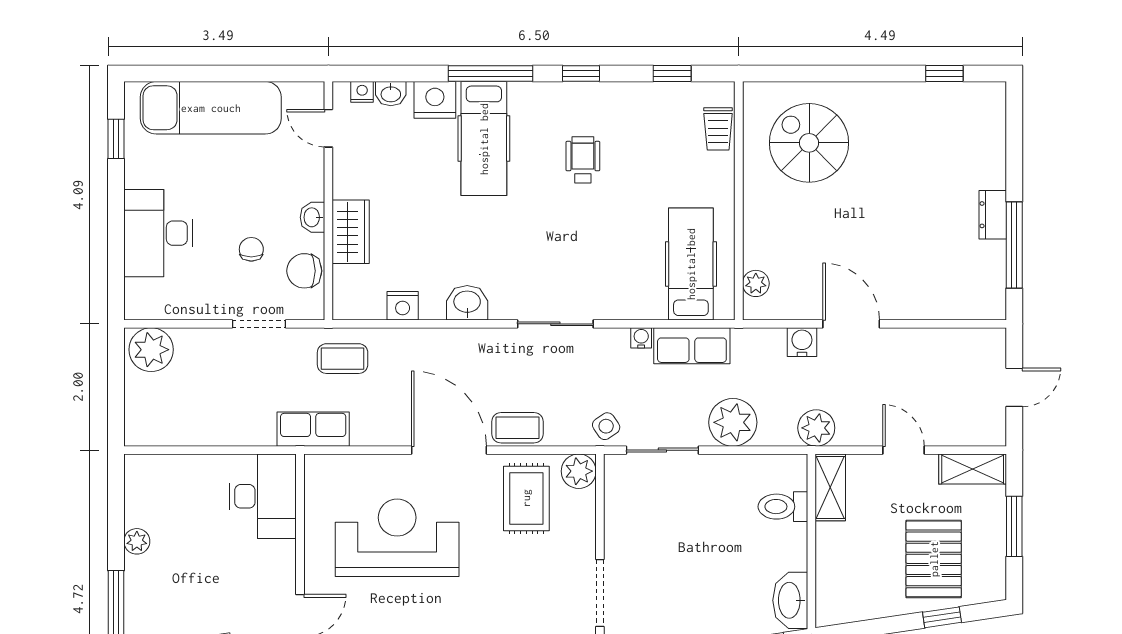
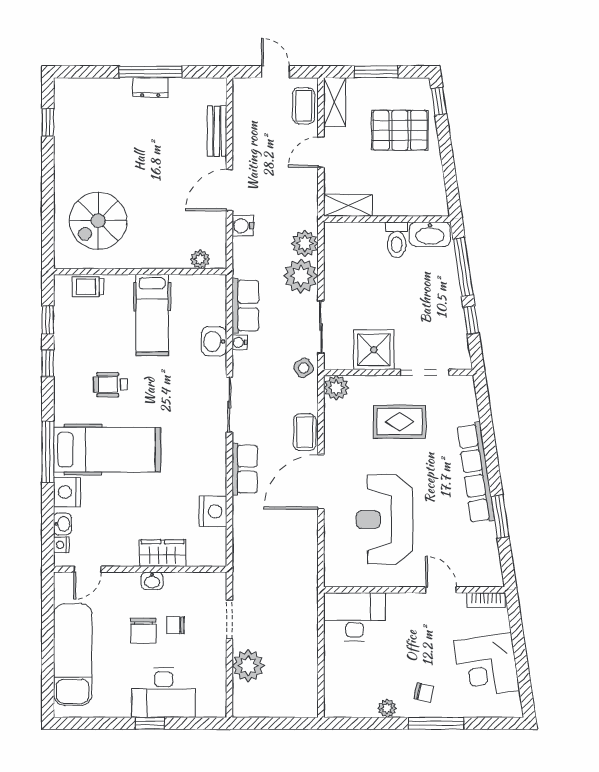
window: (581, 74) -> (48, 363), moved
trolley: (718, 129) -> (88, 287), turned 180
window: (116, 139) -> (150, 723), moved
hospital bed: (484, 139) -> (107, 450), width x1.37, depth x1.29
window: (1014, 245) -> (151, 72), moved
hospital bed: (691, 264) -> (152, 315), moved, turned -90
chair: (304, 271) -> (143, 631), moved
washbasin: (467, 303) -> (214, 341), moved
nightstand: (403, 306) -> (213, 511), width x1.36, depth x1.33
bench: (932, 307) -> (217, 131), added
plant: (151, 350) -> (248, 666), moved
coffee table: (343, 359) -> (304, 106), moved
plant: (816, 428) -> (305, 243), moved
row of seats: (313, 429) -> (245, 469), moved, turned 180
rug: (526, 498) -> (400, 422), moved
toilet: (783, 507) -> (397, 240), moved
shower: (631, 523) -> (374, 350), added
chair: (158, 592) -> (424, 693), added
window: (942, 617) -> (439, 101), moved

